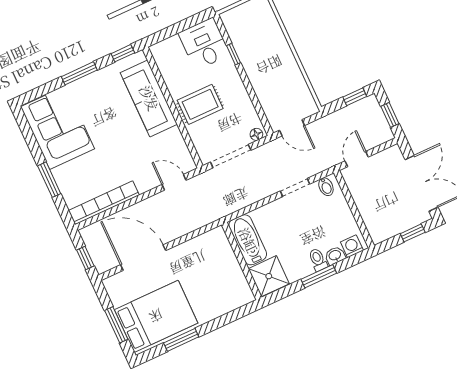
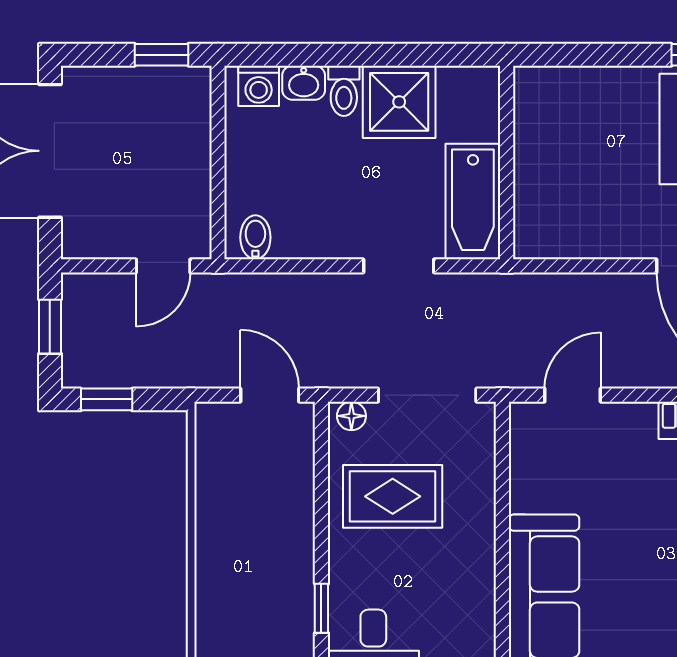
rug: (200, 104) -> (393, 496), moved
door: (174, 182) -> (573, 395), swing flipped
doorway: (295, 187) -> (399, 266), moved
window: (413, 233) -> (161, 55), moved
shower: (269, 276) -> (399, 102), moved
window: (319, 276) -> (358, 55), removed

